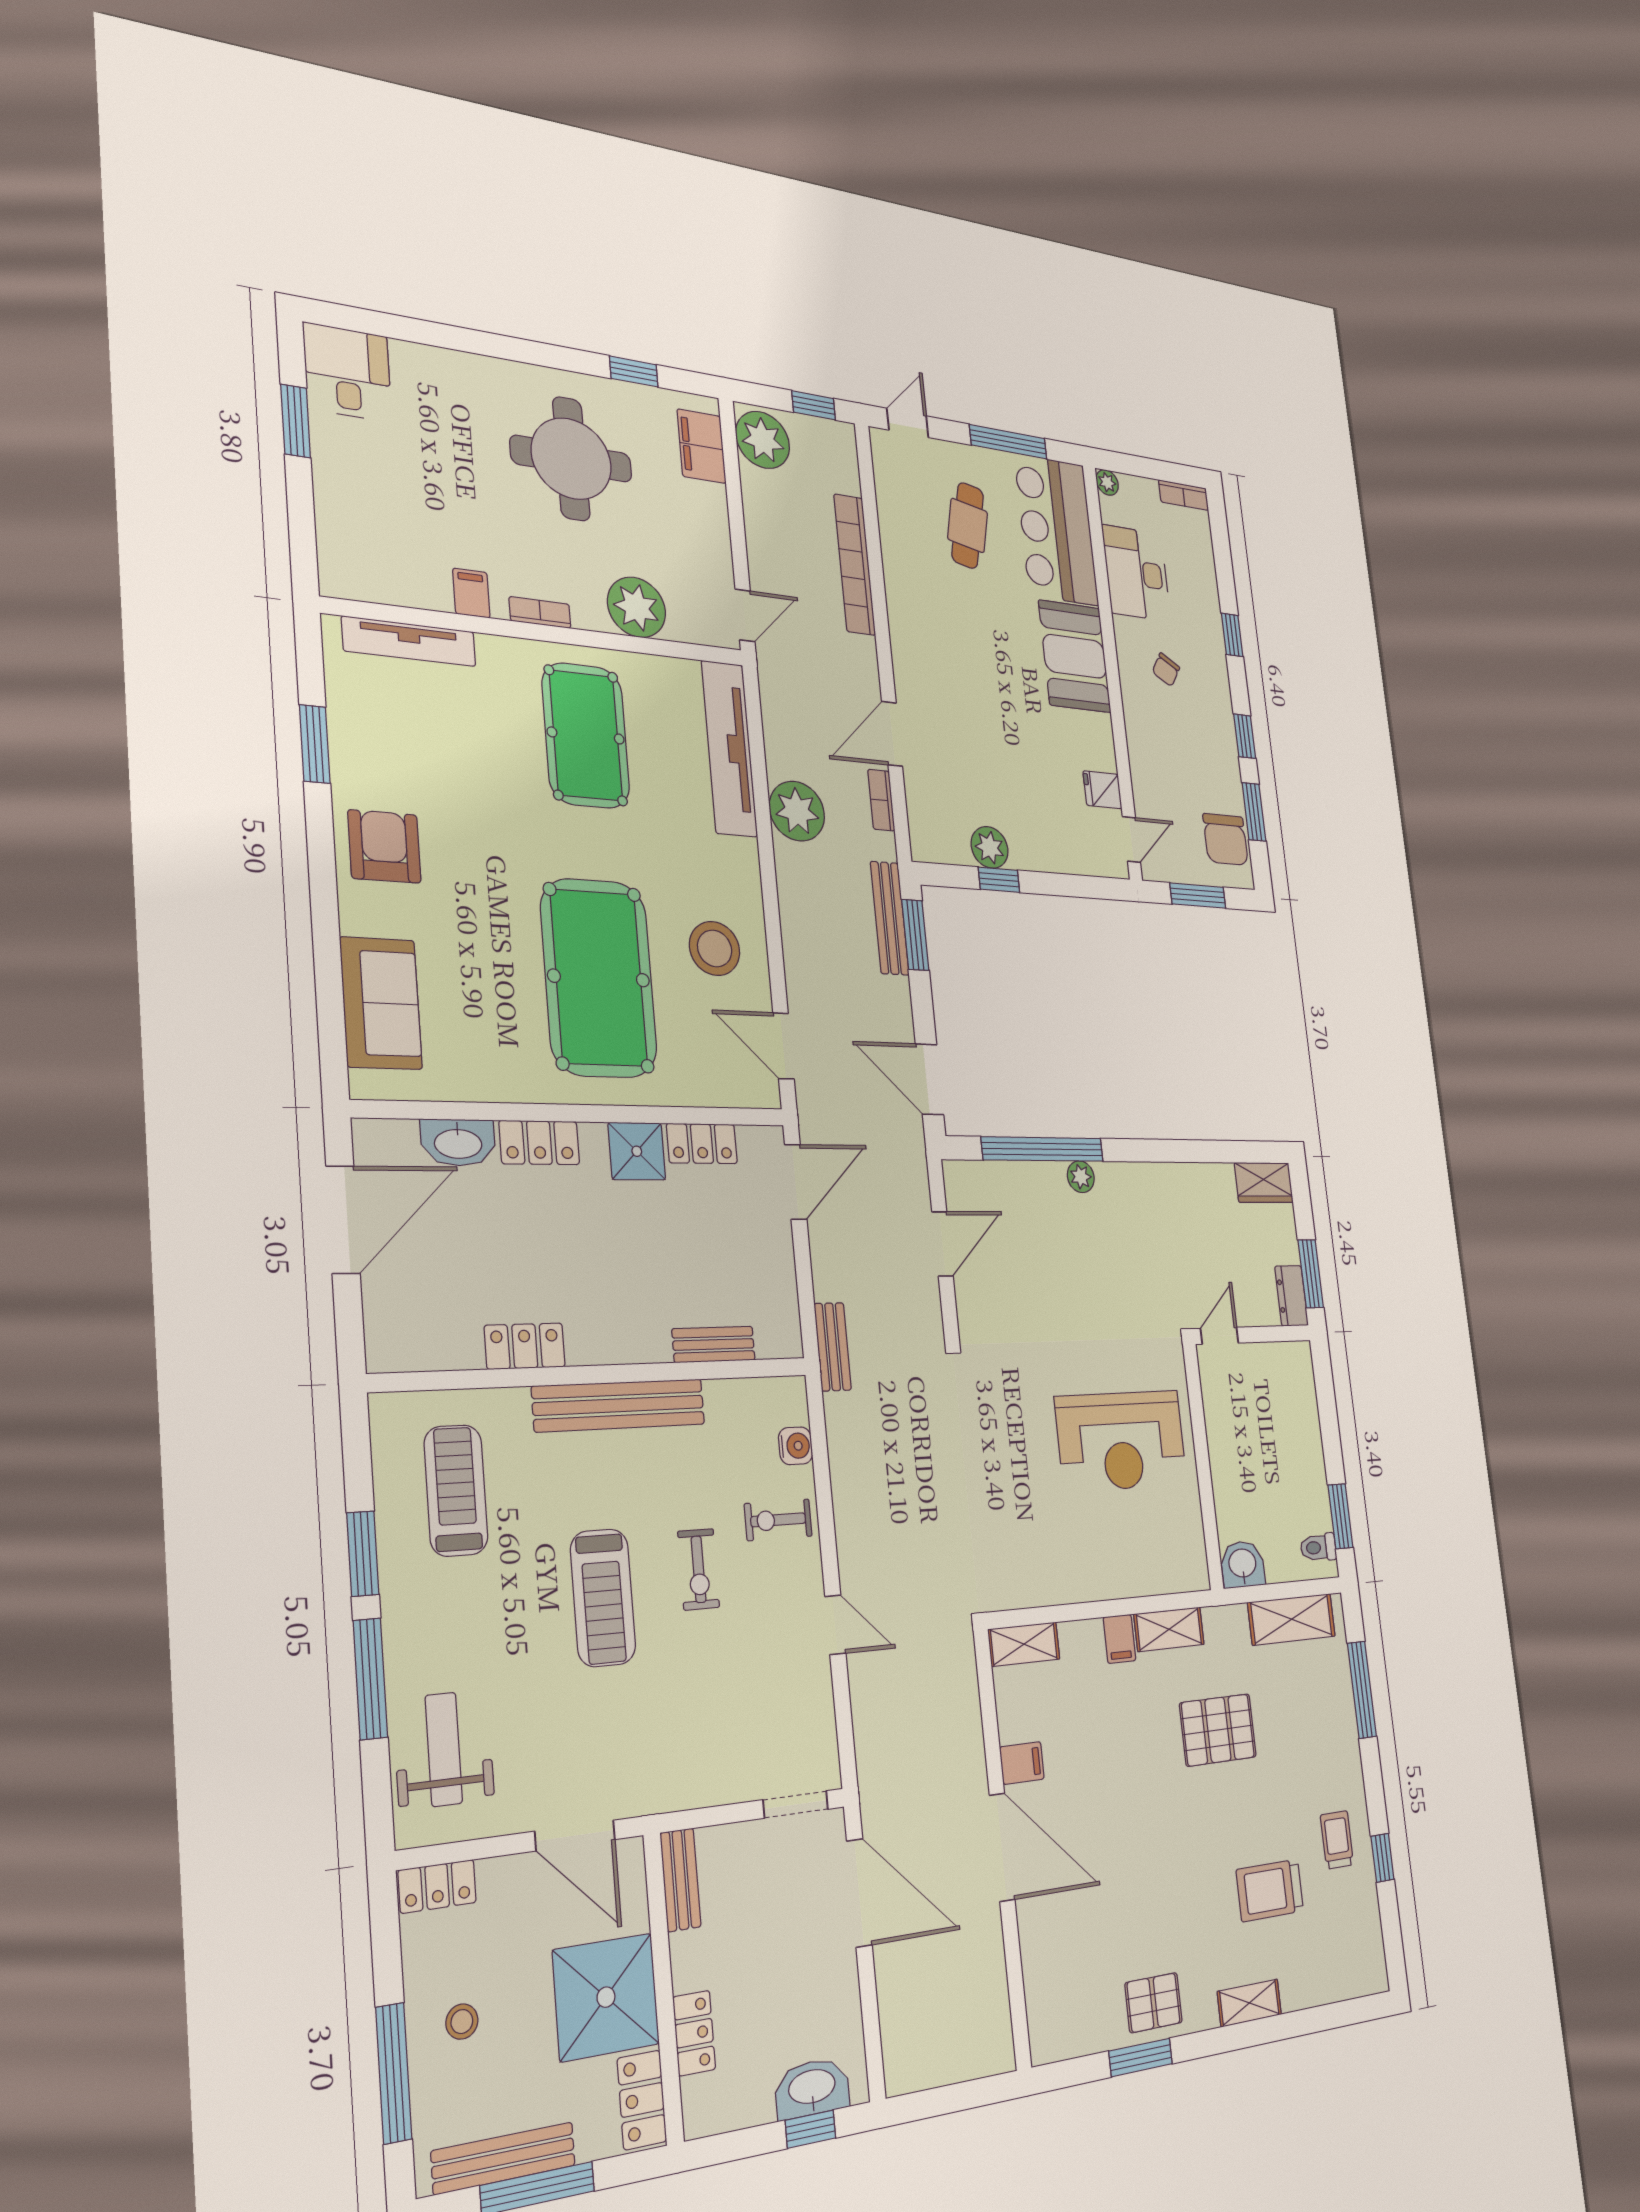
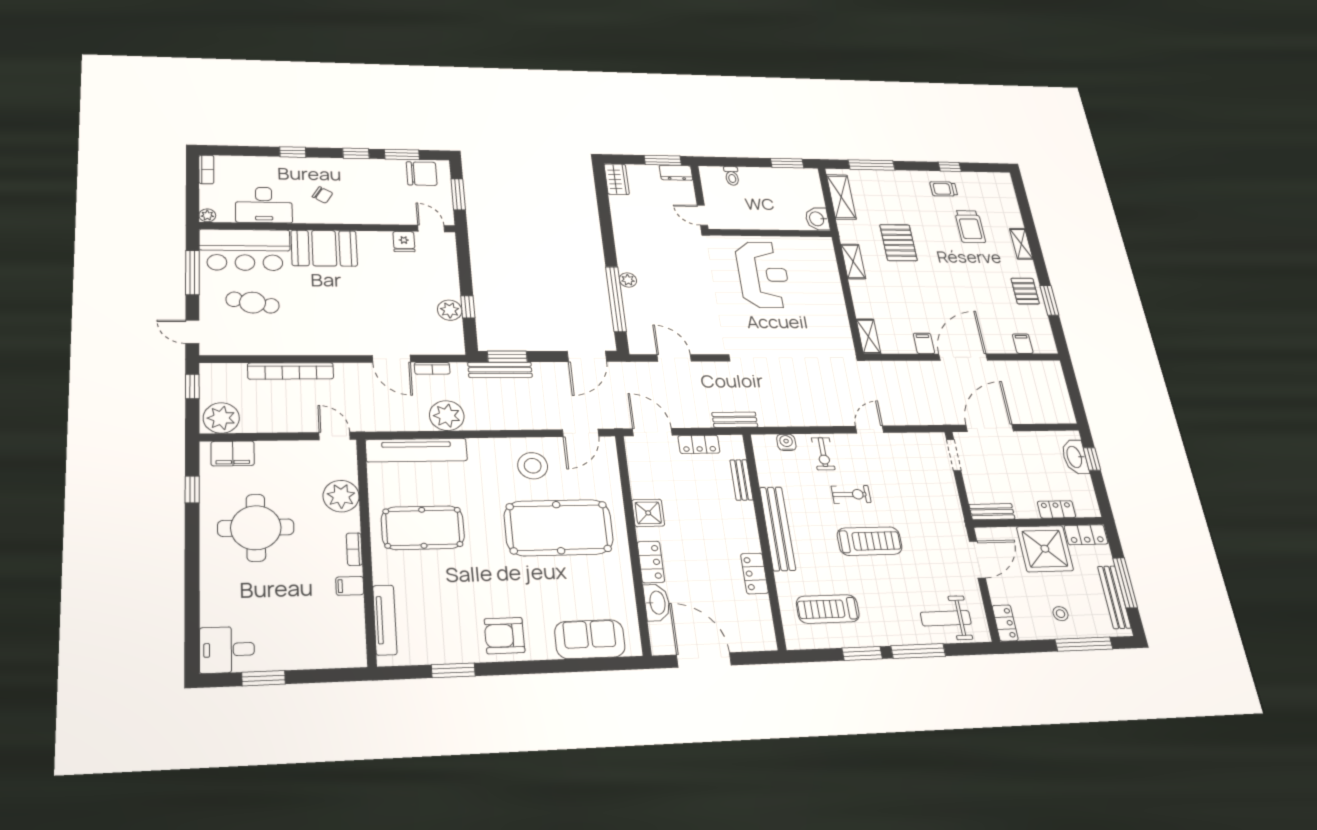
locker: (702, 1144) -> (699, 444), moved, turned 90
toilet: (1318, 1547) -> (732, 176), moved
filing cabinet: (1119, 1639) -> (1023, 344), moved, turned -90

